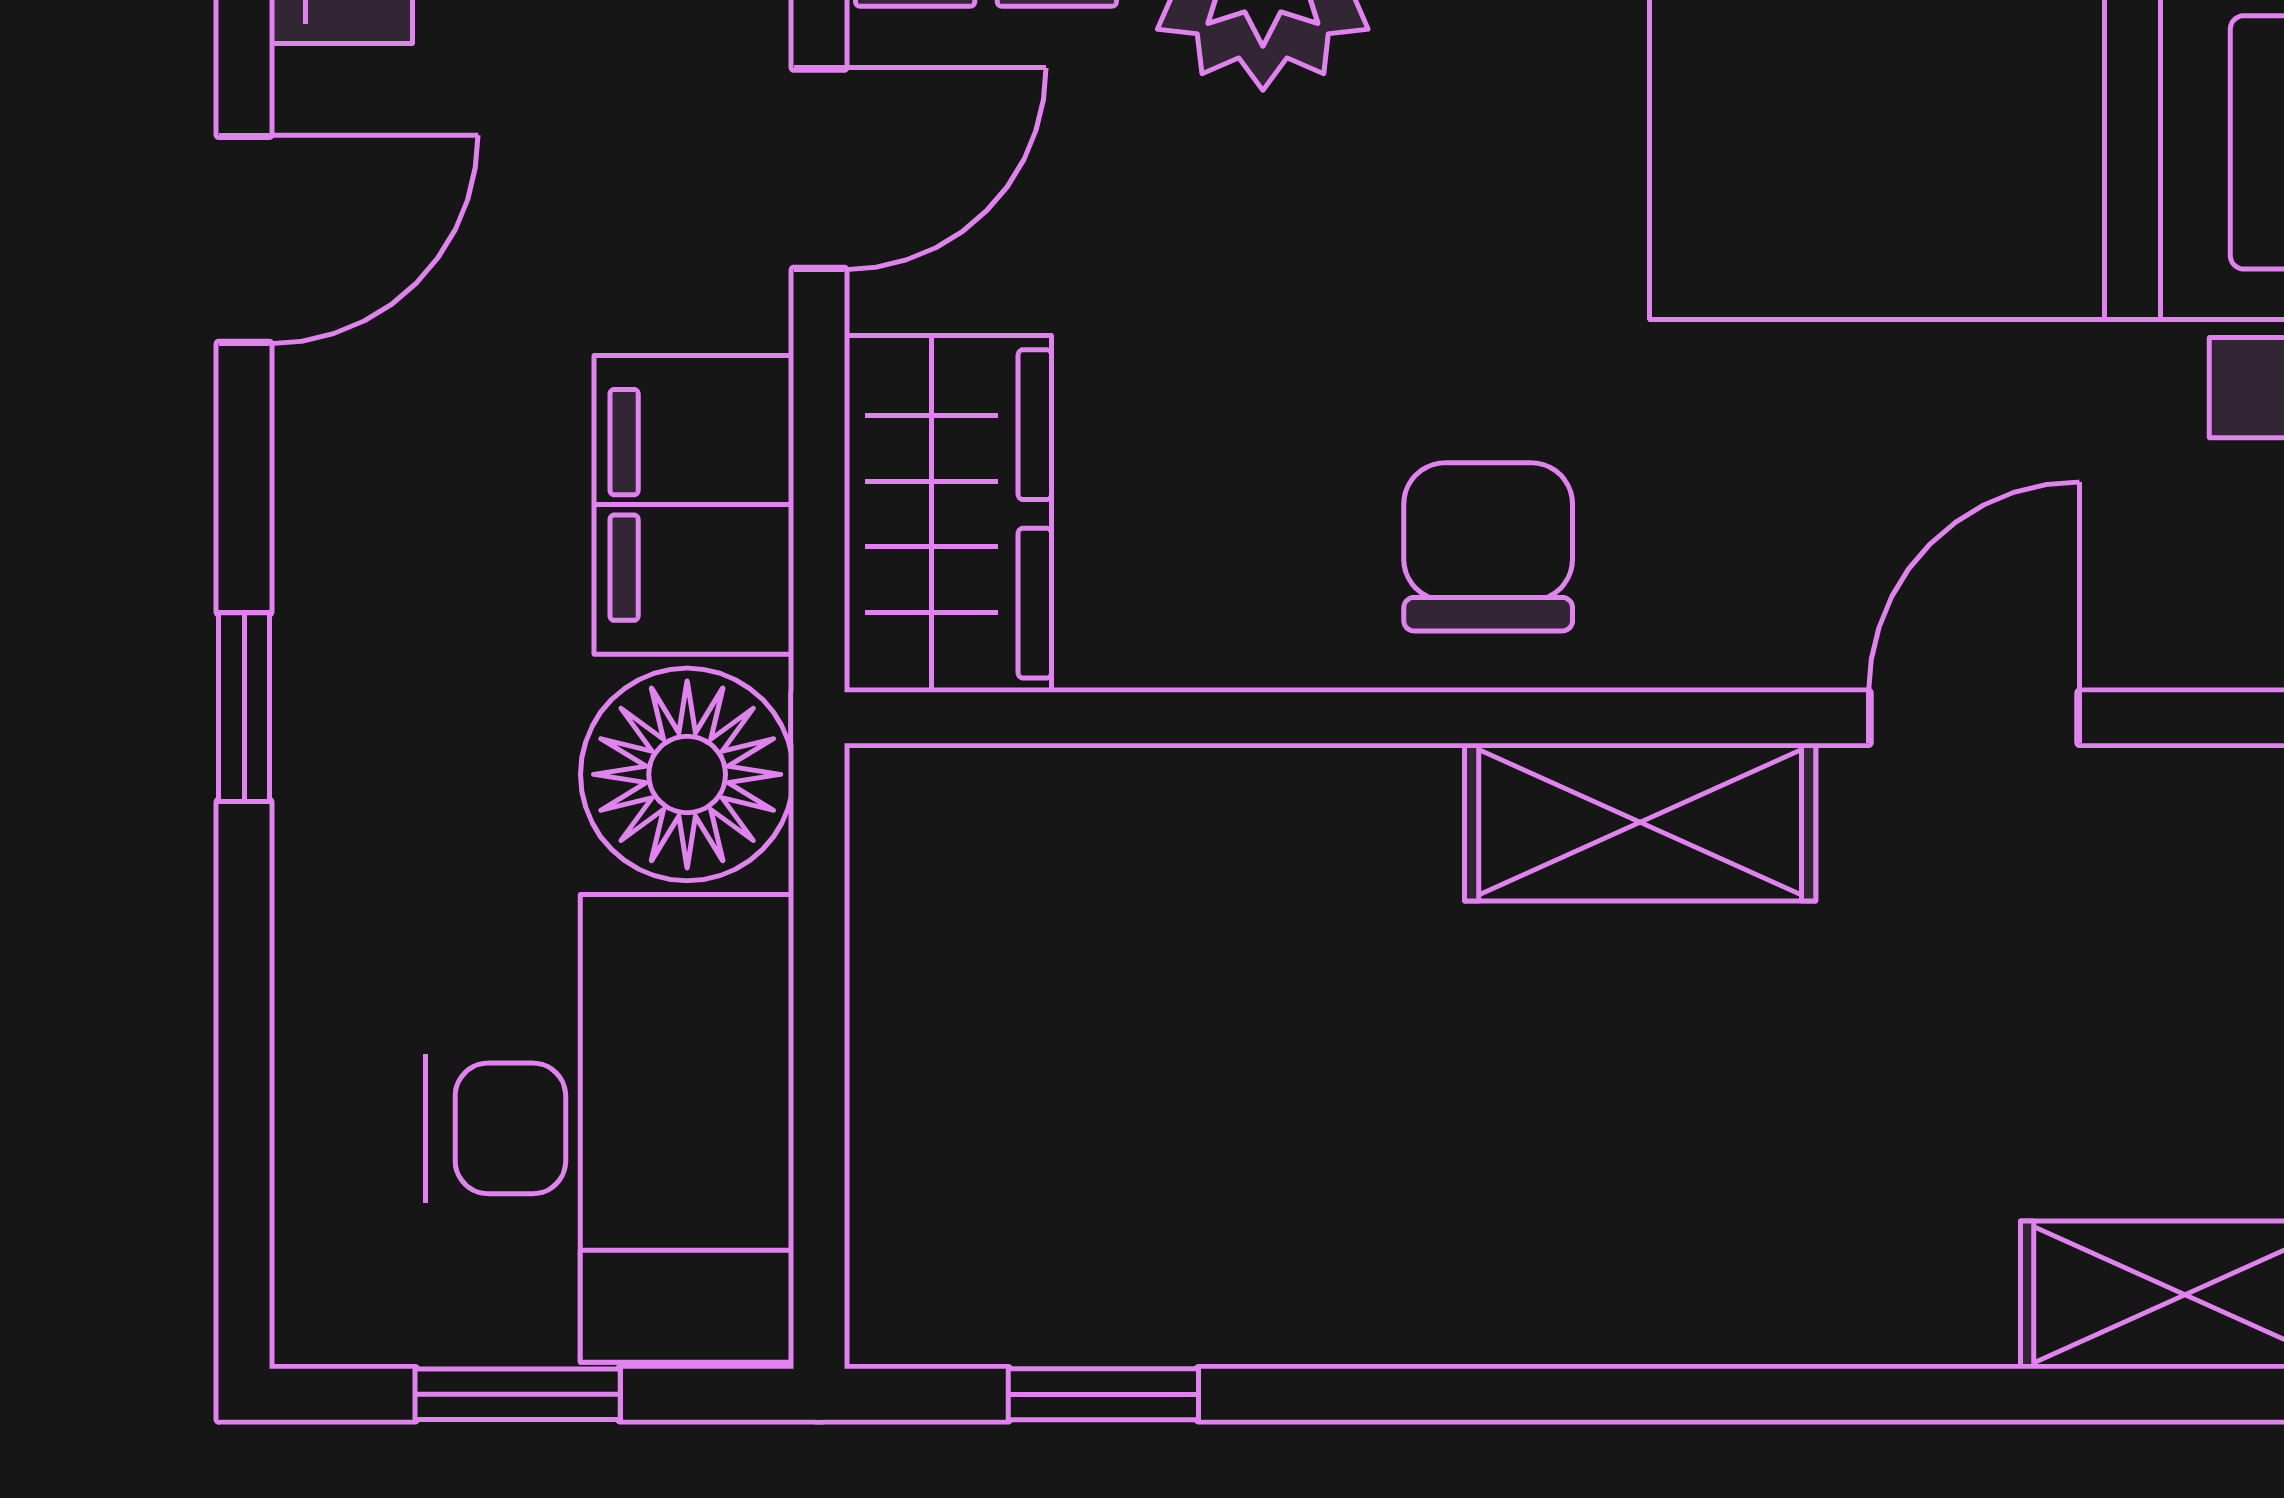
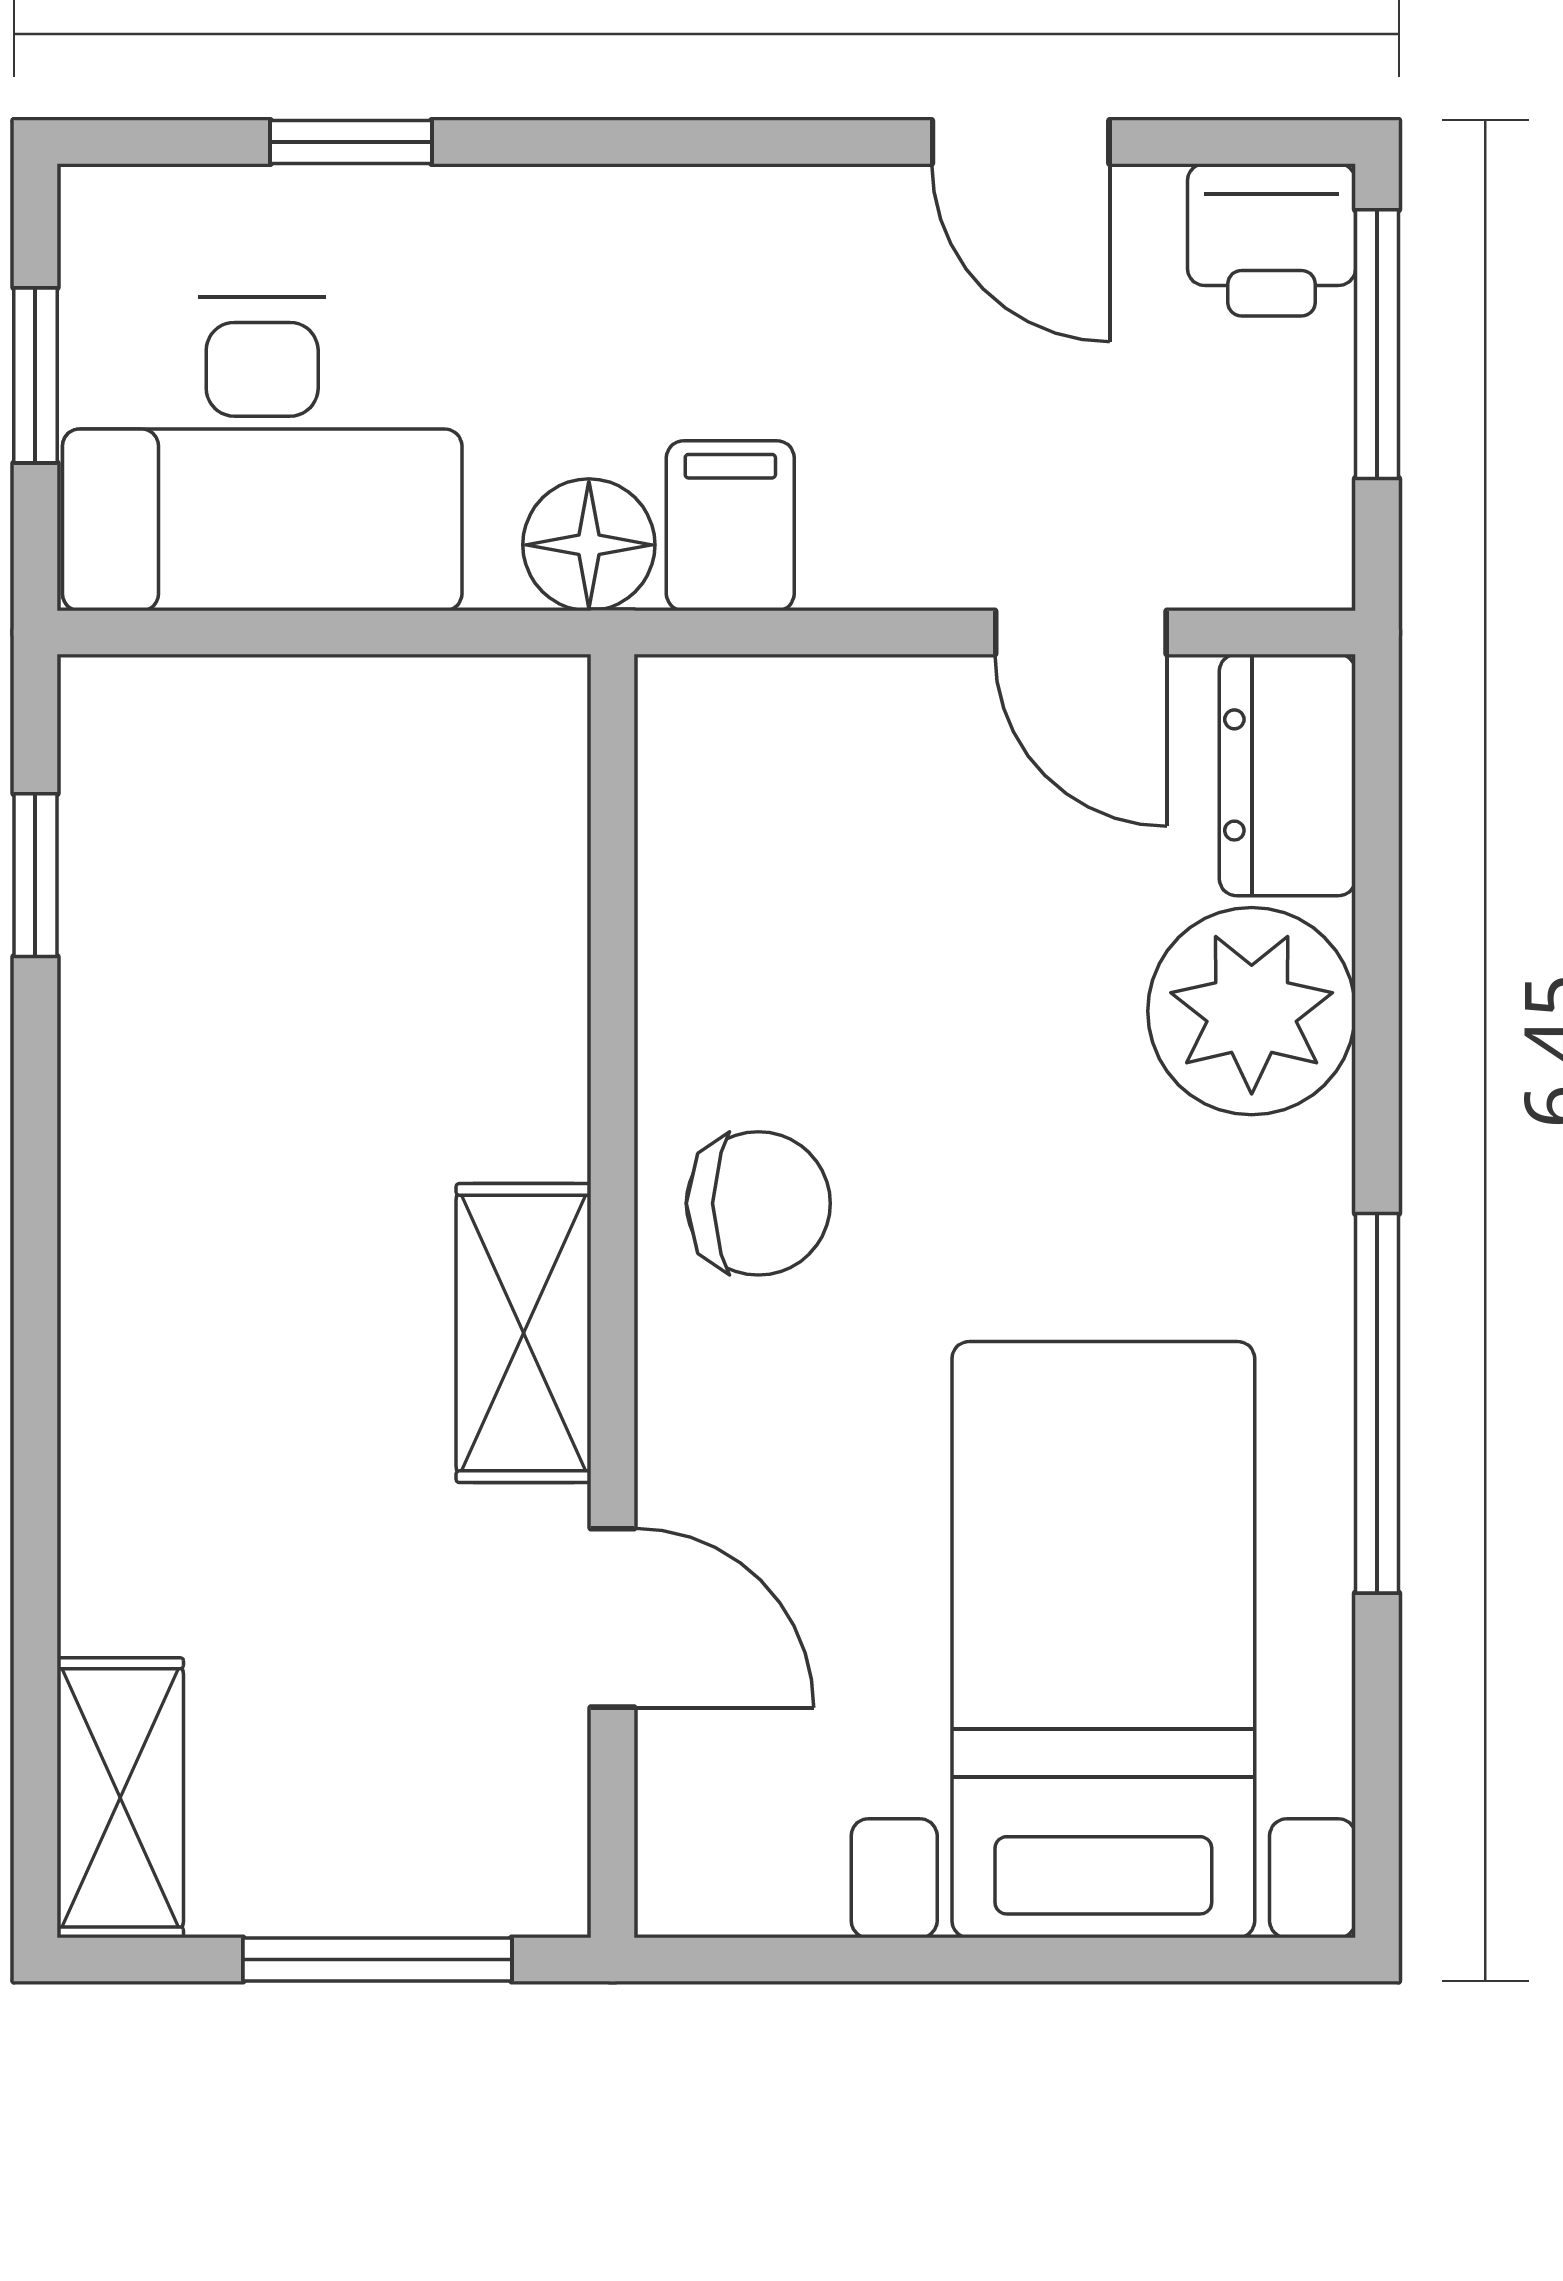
filing cabinet: (694, 505) -> (730, 526), width x0.50
wardrobe: (948, 514) -> (786, 742), removed
window: (244, 707) -> (351, 142), moved
floor lamp: (687, 774) -> (589, 545), width x0.73, depth x0.73

